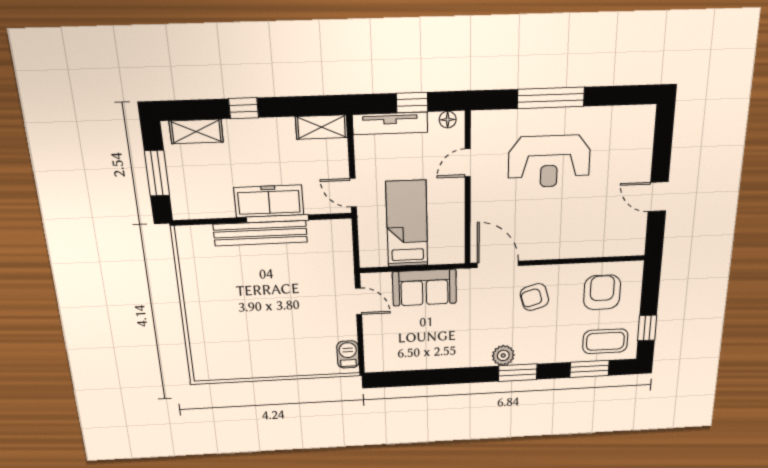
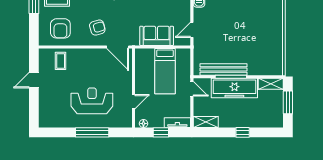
tv unit: (390, 123) -> (177, 123), width x0.71
shelving: (196, 132) -> (271, 84), moved
door: (658, 197) -> (34, 80), swing flipped
freezer: (269, 201) -> (234, 88), width x1.36, depth x1.26
bench: (260, 233) -> (223, 69), moved
coffee table: (605, 234) -> (61, 61), added
door: (358, 301) -> (192, 30), hinge flipped

